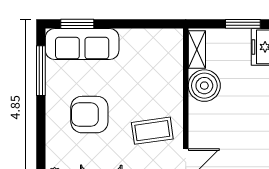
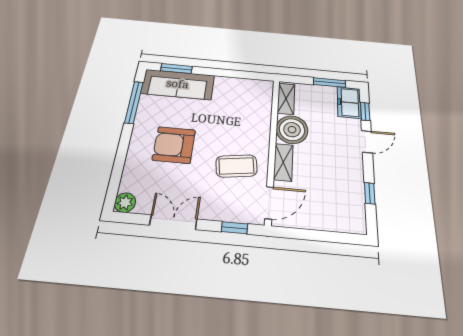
shelving: (197, 122) -> (283, 162), added

